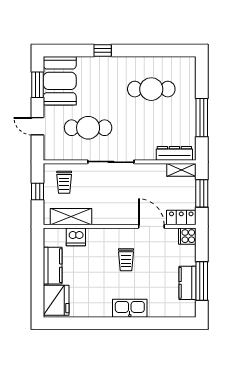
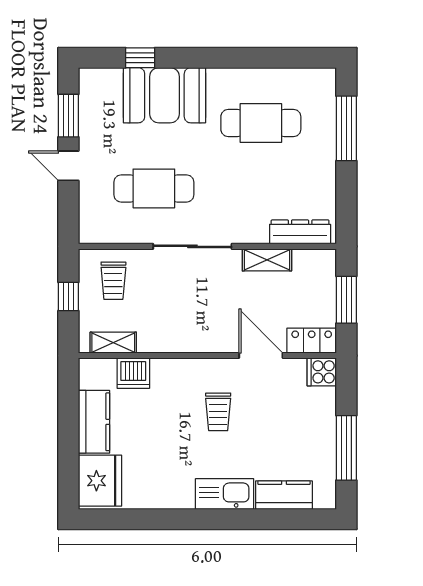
window: (103, 51) -> (140, 58), moved
booth: (60, 81) -> (164, 95), moved, turned 90
window: (202, 118) -> (346, 128), moved
door: (38, 126) -> (68, 166), moved
shelving: (181, 170) -> (267, 260), moved
shelving: (71, 217) -> (113, 343), width x0.67, depth x0.75
kitchen counter: (188, 283) -> (284, 495), moved, turned 90

